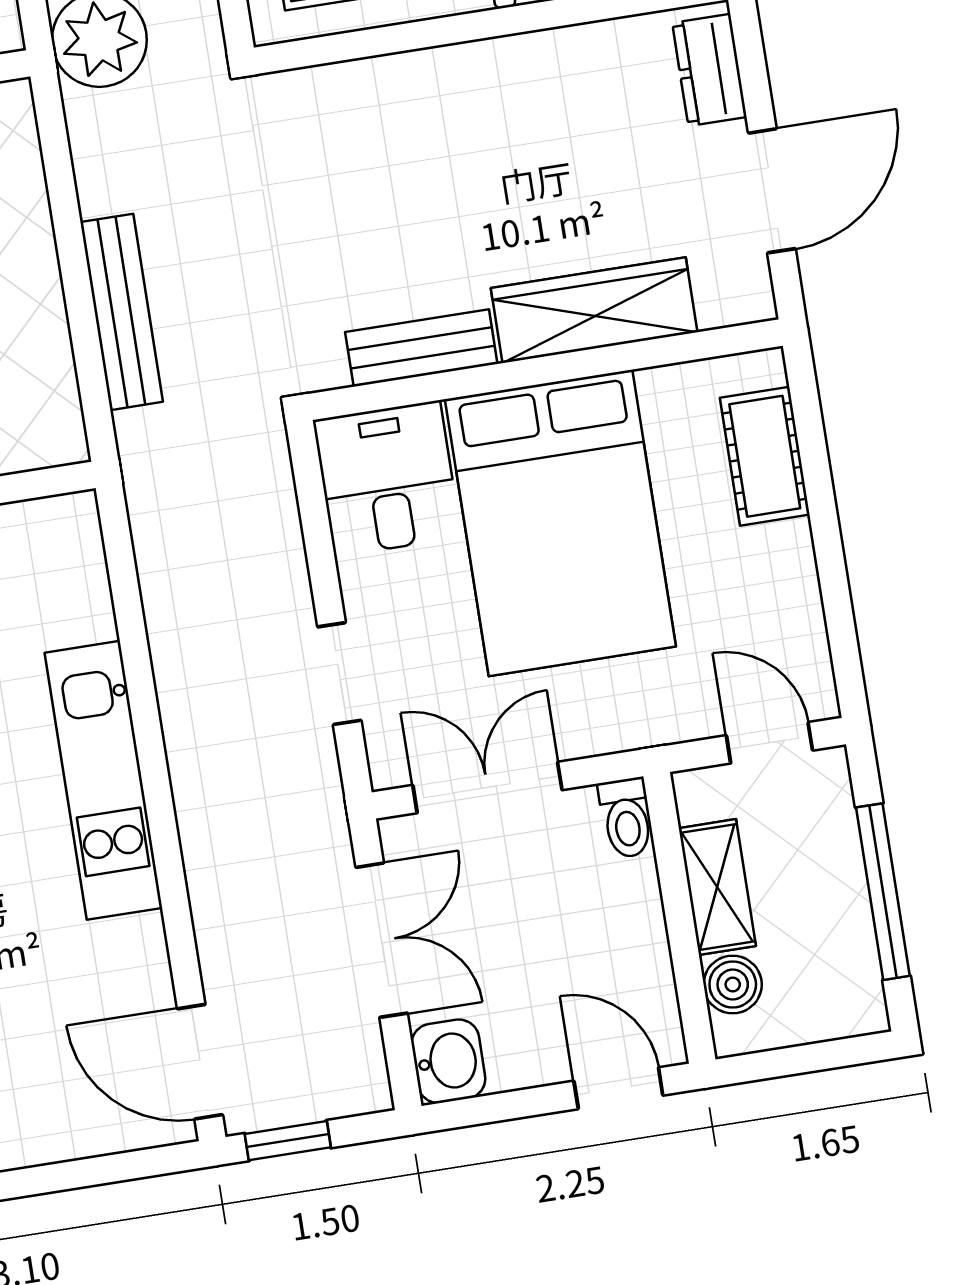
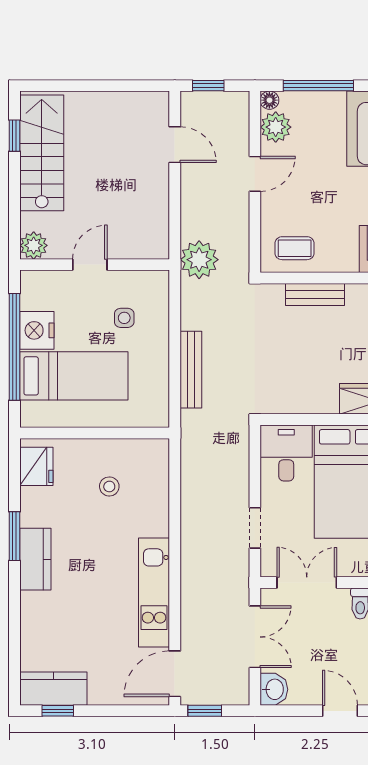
bench: (421, 348) -> (315, 295), moved
kitchen unit: (103, 780) -> (154, 592), moved
door: (200, 1062) -> (175, 674), hinge flipped

